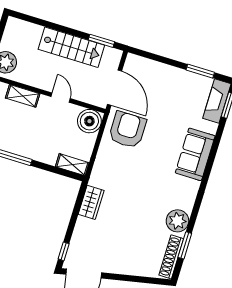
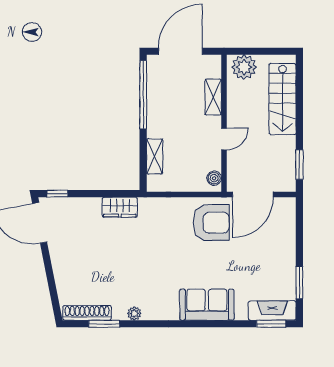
stairs: (71, 47) -> (283, 99), moved
boiler: (89, 121) -> (214, 178), width x0.54, depth x0.54
shelving: (72, 165) -> (155, 156), moved
plant: (177, 221) -> (134, 314), width x0.53, depth x0.53

